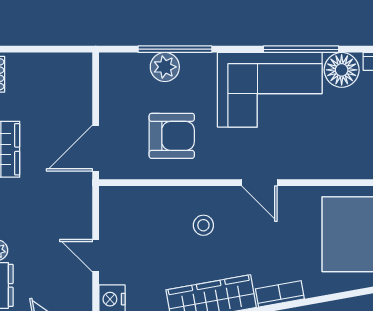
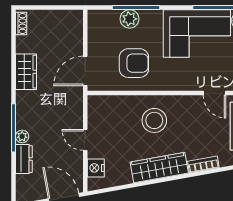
door: (259, 183) -> (214, 93), moved
stool: (203, 225) -> (154, 120), width x1.89, depth x1.89

